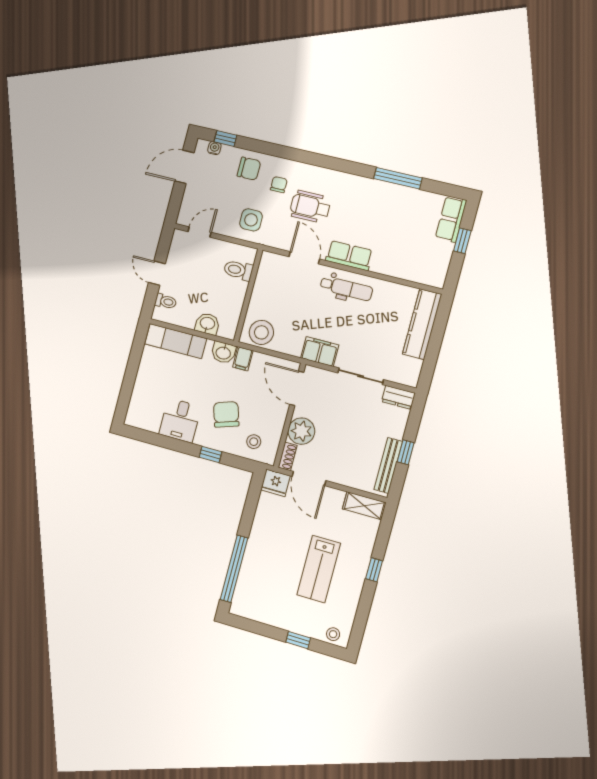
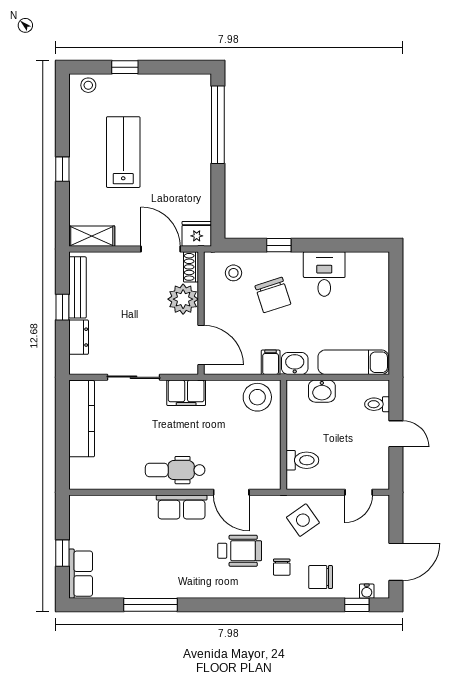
side table: (251, 220) -> (303, 520), turned -35
kitchen counter: (422, 324) -> (82, 419), moved
dresser: (398, 397) -> (79, 337), moved, turned 90

